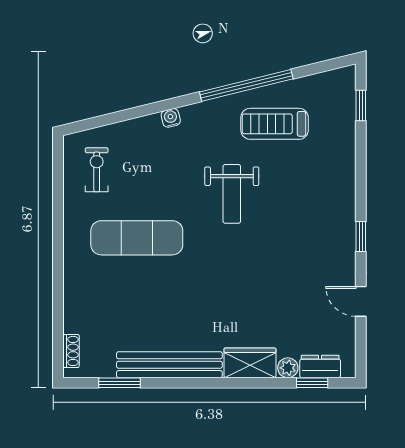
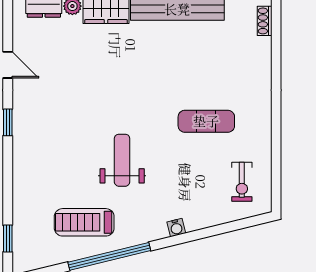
treadmill: (275, 124) -> (84, 222), turned 180
exercise mat: (137, 238) -> (206, 121), width x0.73, depth x0.69

